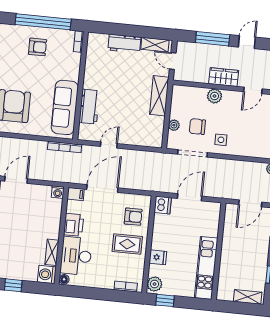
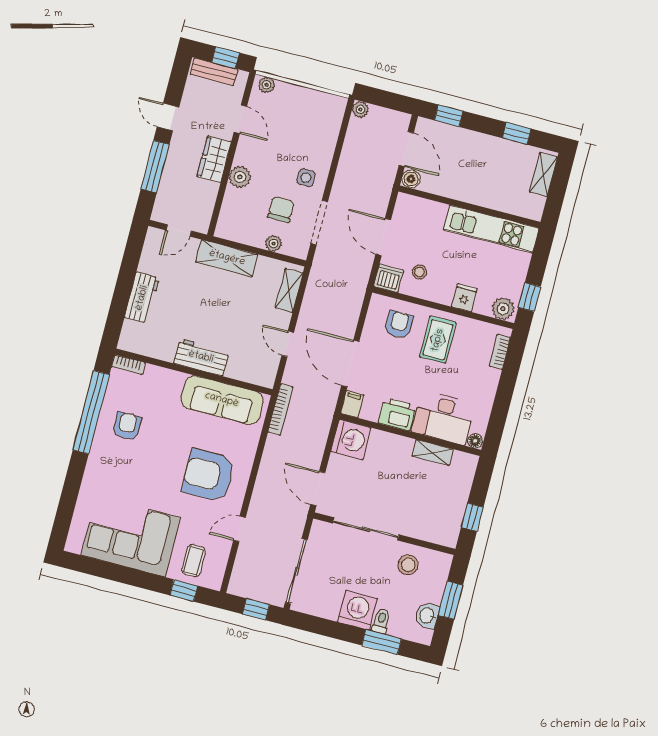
shelving: (155, 45) -> (289, 290), moved
workbench: (89, 107) -> (201, 357), moved
chair: (197, 127) -> (281, 209), turned 180
washing machine: (58, 192) -> (351, 440), width x1.89, depth x1.89
boiler: (231, 210) -> (411, 179), added
stool: (170, 225) -> (419, 272), added
washing machine: (47, 274) -> (464, 465), removed

